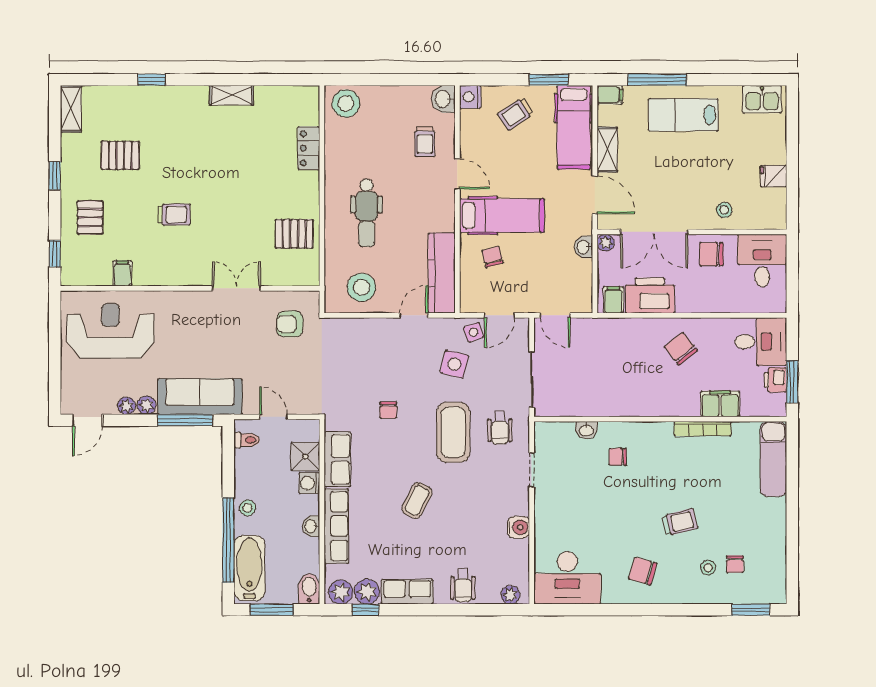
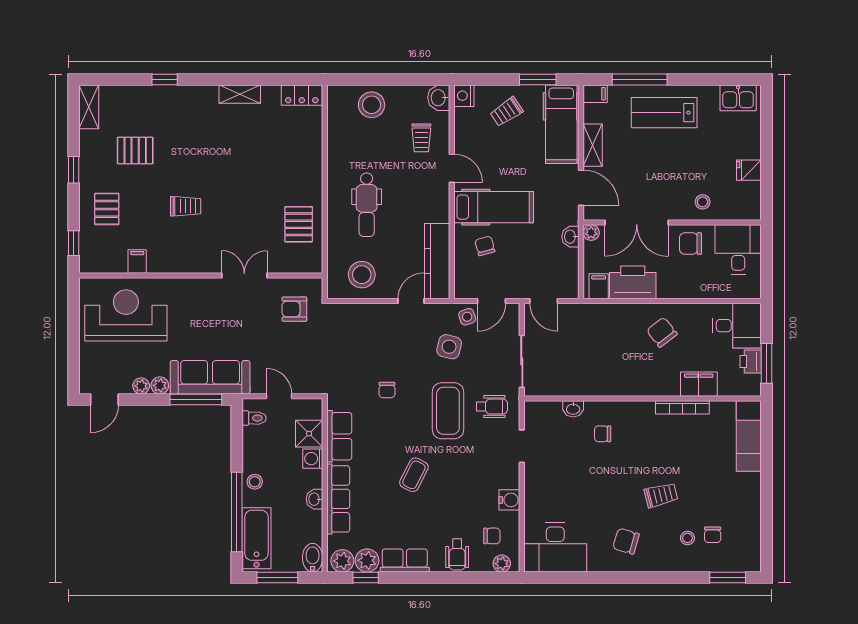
stool: (346, 103) -> (372, 105), moved
locker: (309, 148) -> (302, 95), moved, turned -90
pallet: (294, 234) -> (299, 224), turned 90
wheelchair: (500, 428) -> (492, 407), turned -90
chair: (500, 566) -> (492, 536), added

